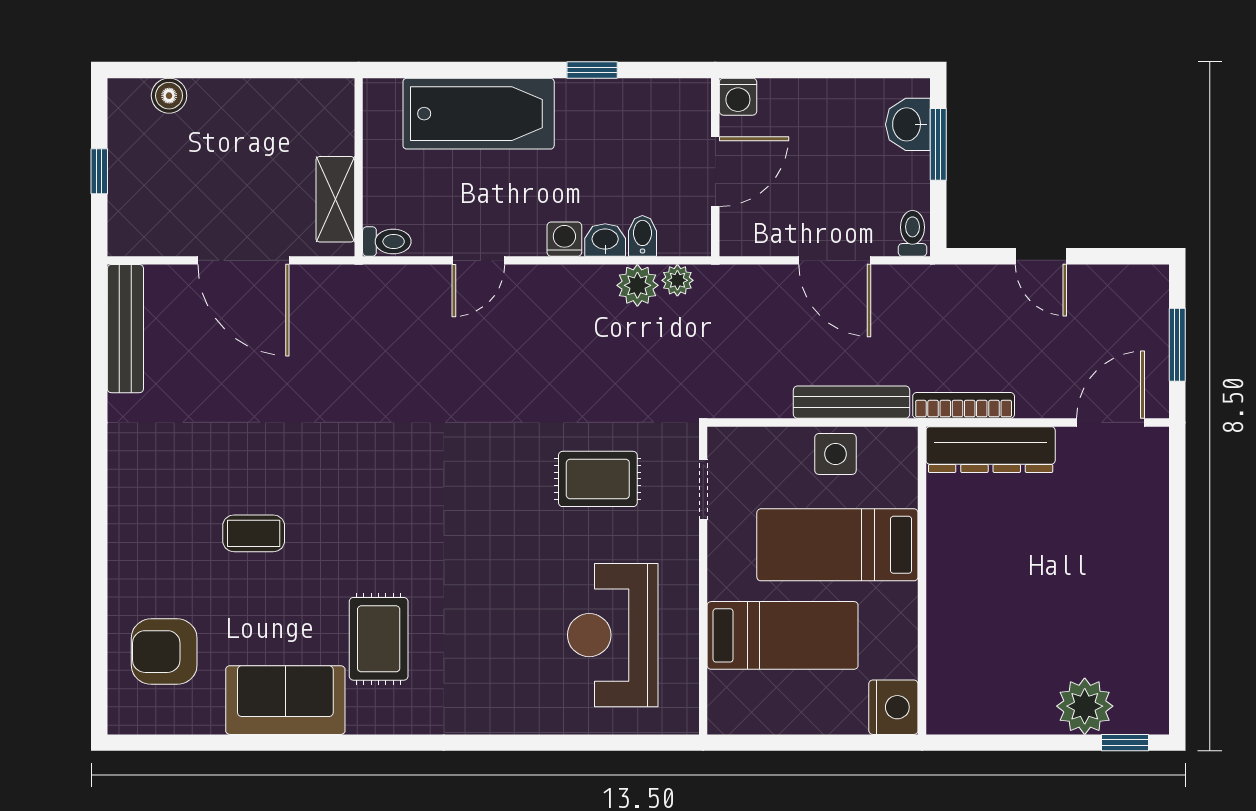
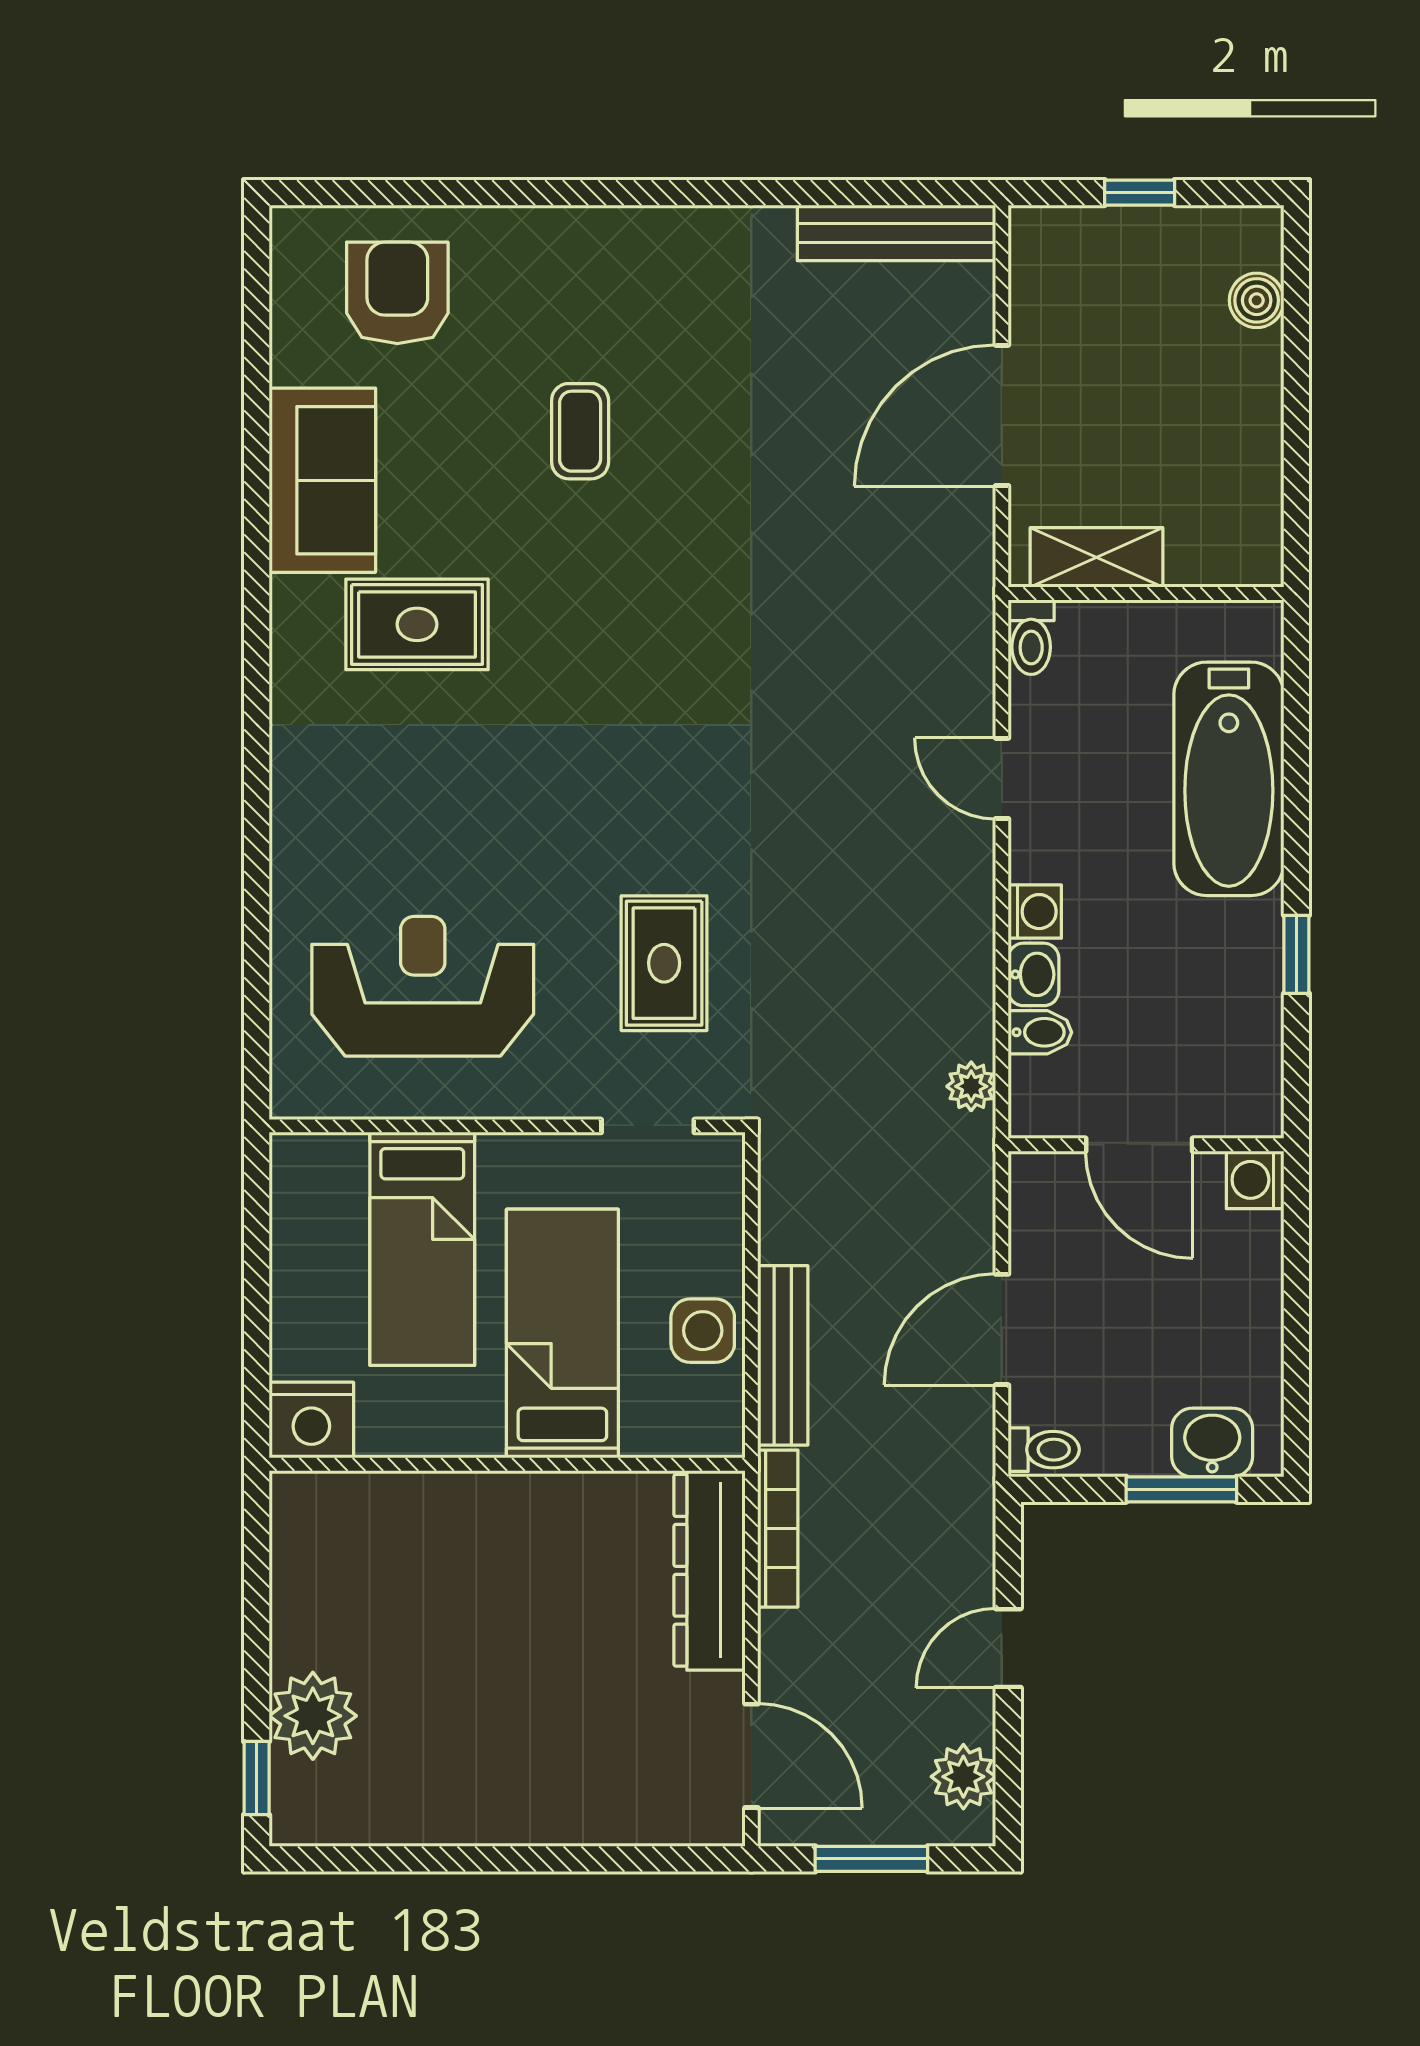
plant: (637, 285) -> (963, 1777), moved

